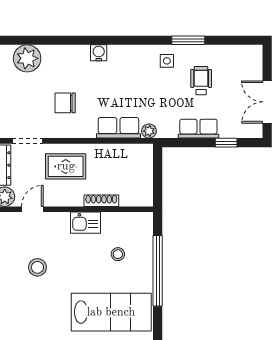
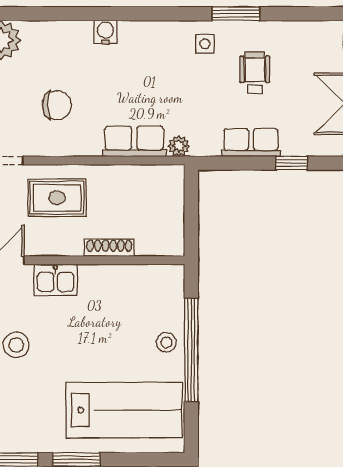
chair: (65, 103) -> (57, 105), turned 180
kitchen sink: (85, 223) -> (56, 280), moved
stool: (118, 254) -> (166, 342), moved

